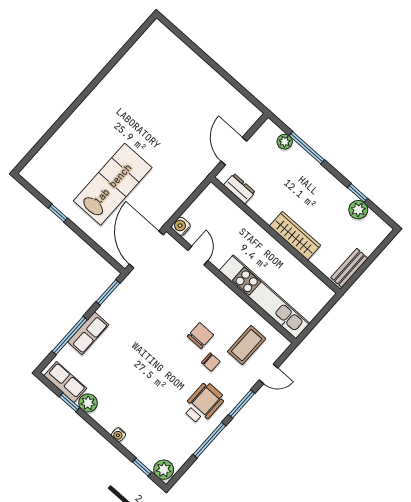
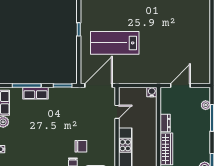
lab bench: (113, 184) -> (115, 43), turned 180
dresser: (239, 189) -> (165, 123), moved
water cooler: (181, 226) -> (152, 92), moved

